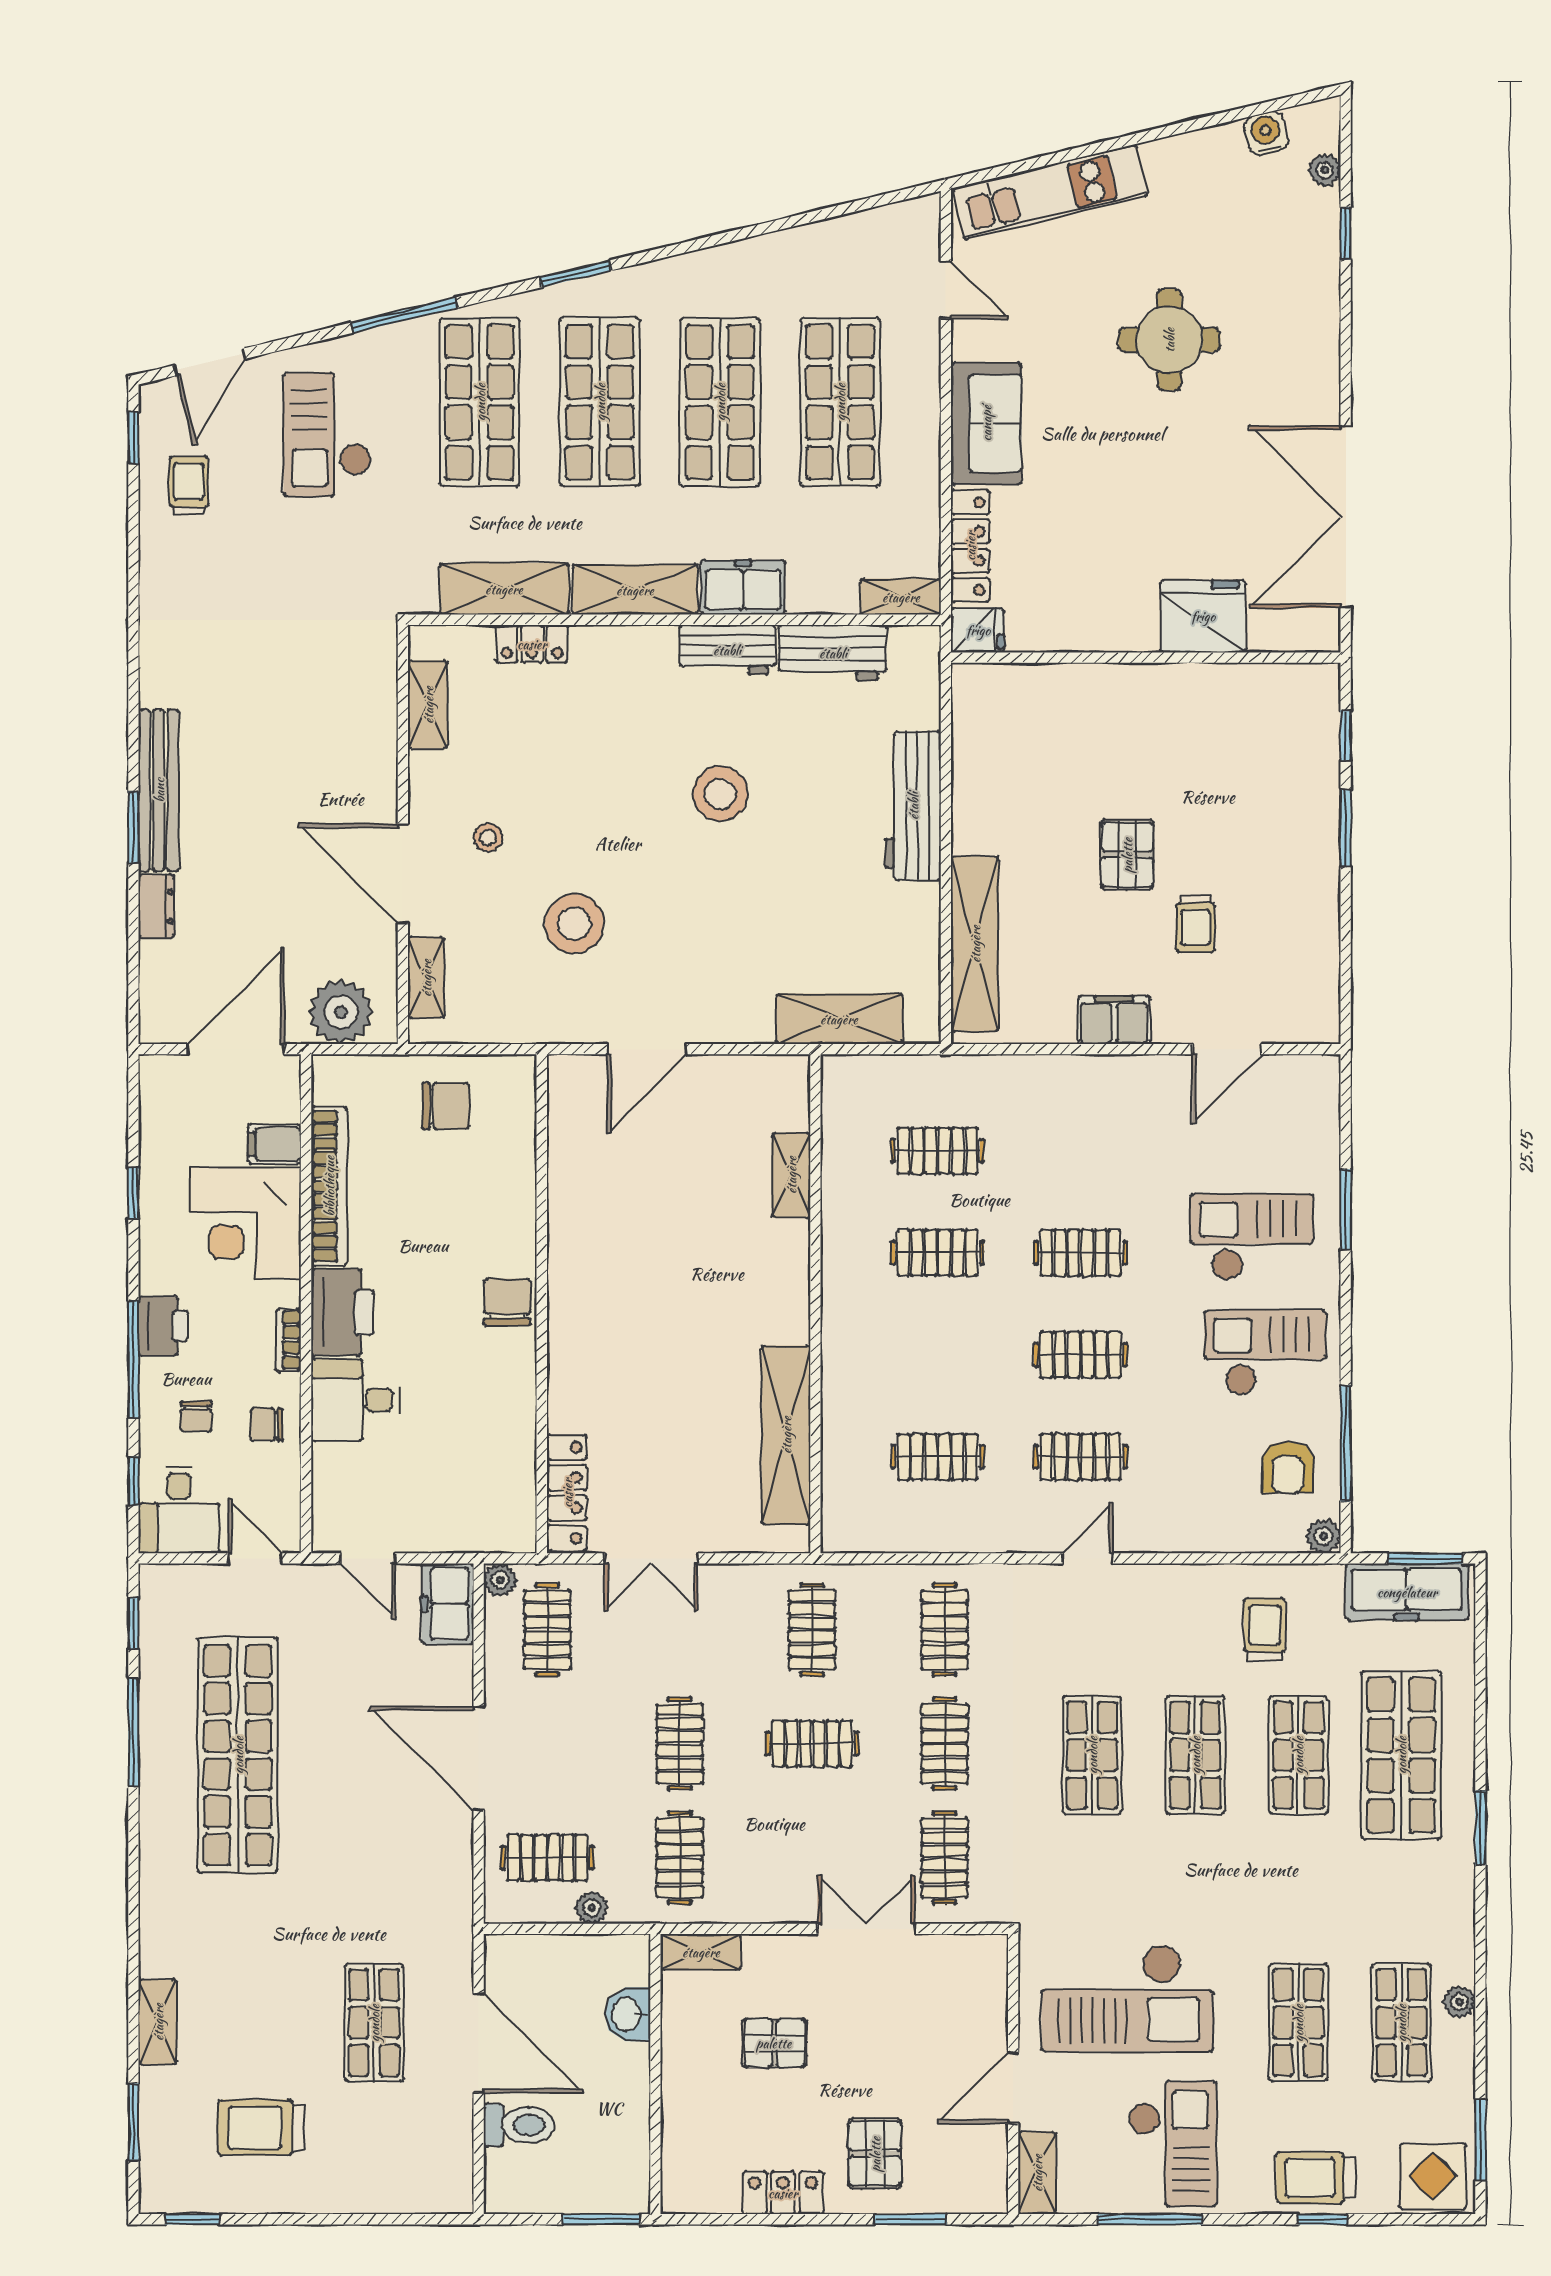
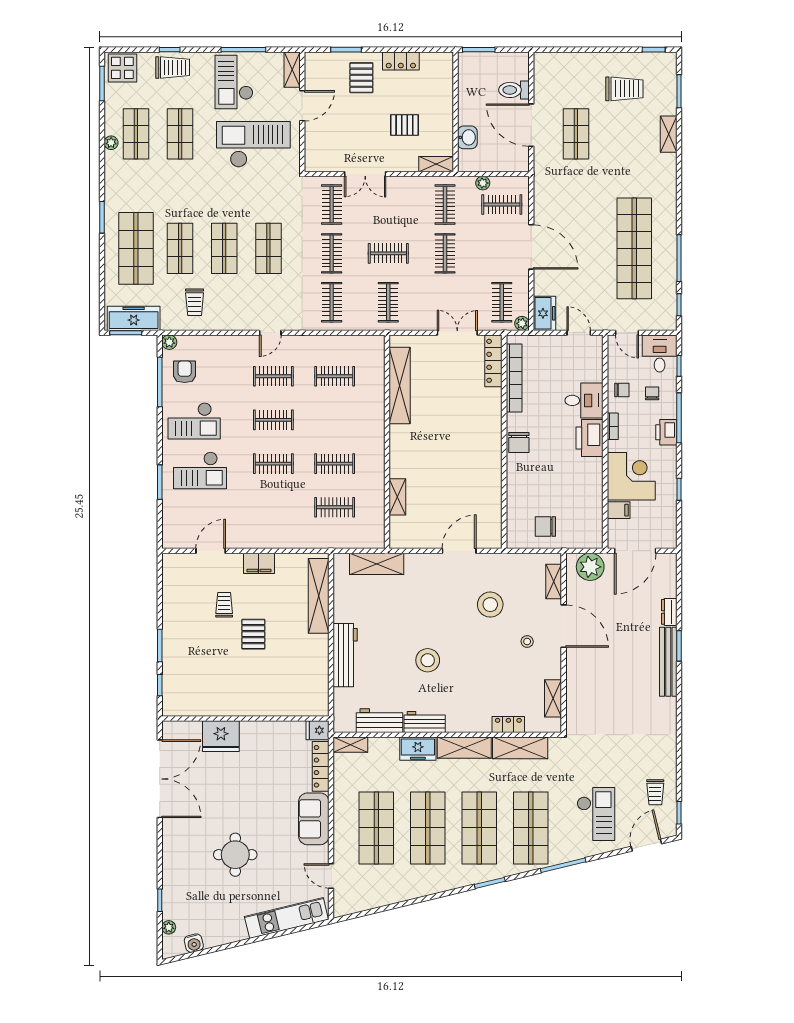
bookcase: (329, 1186) -> (514, 378), moved, turned 180

